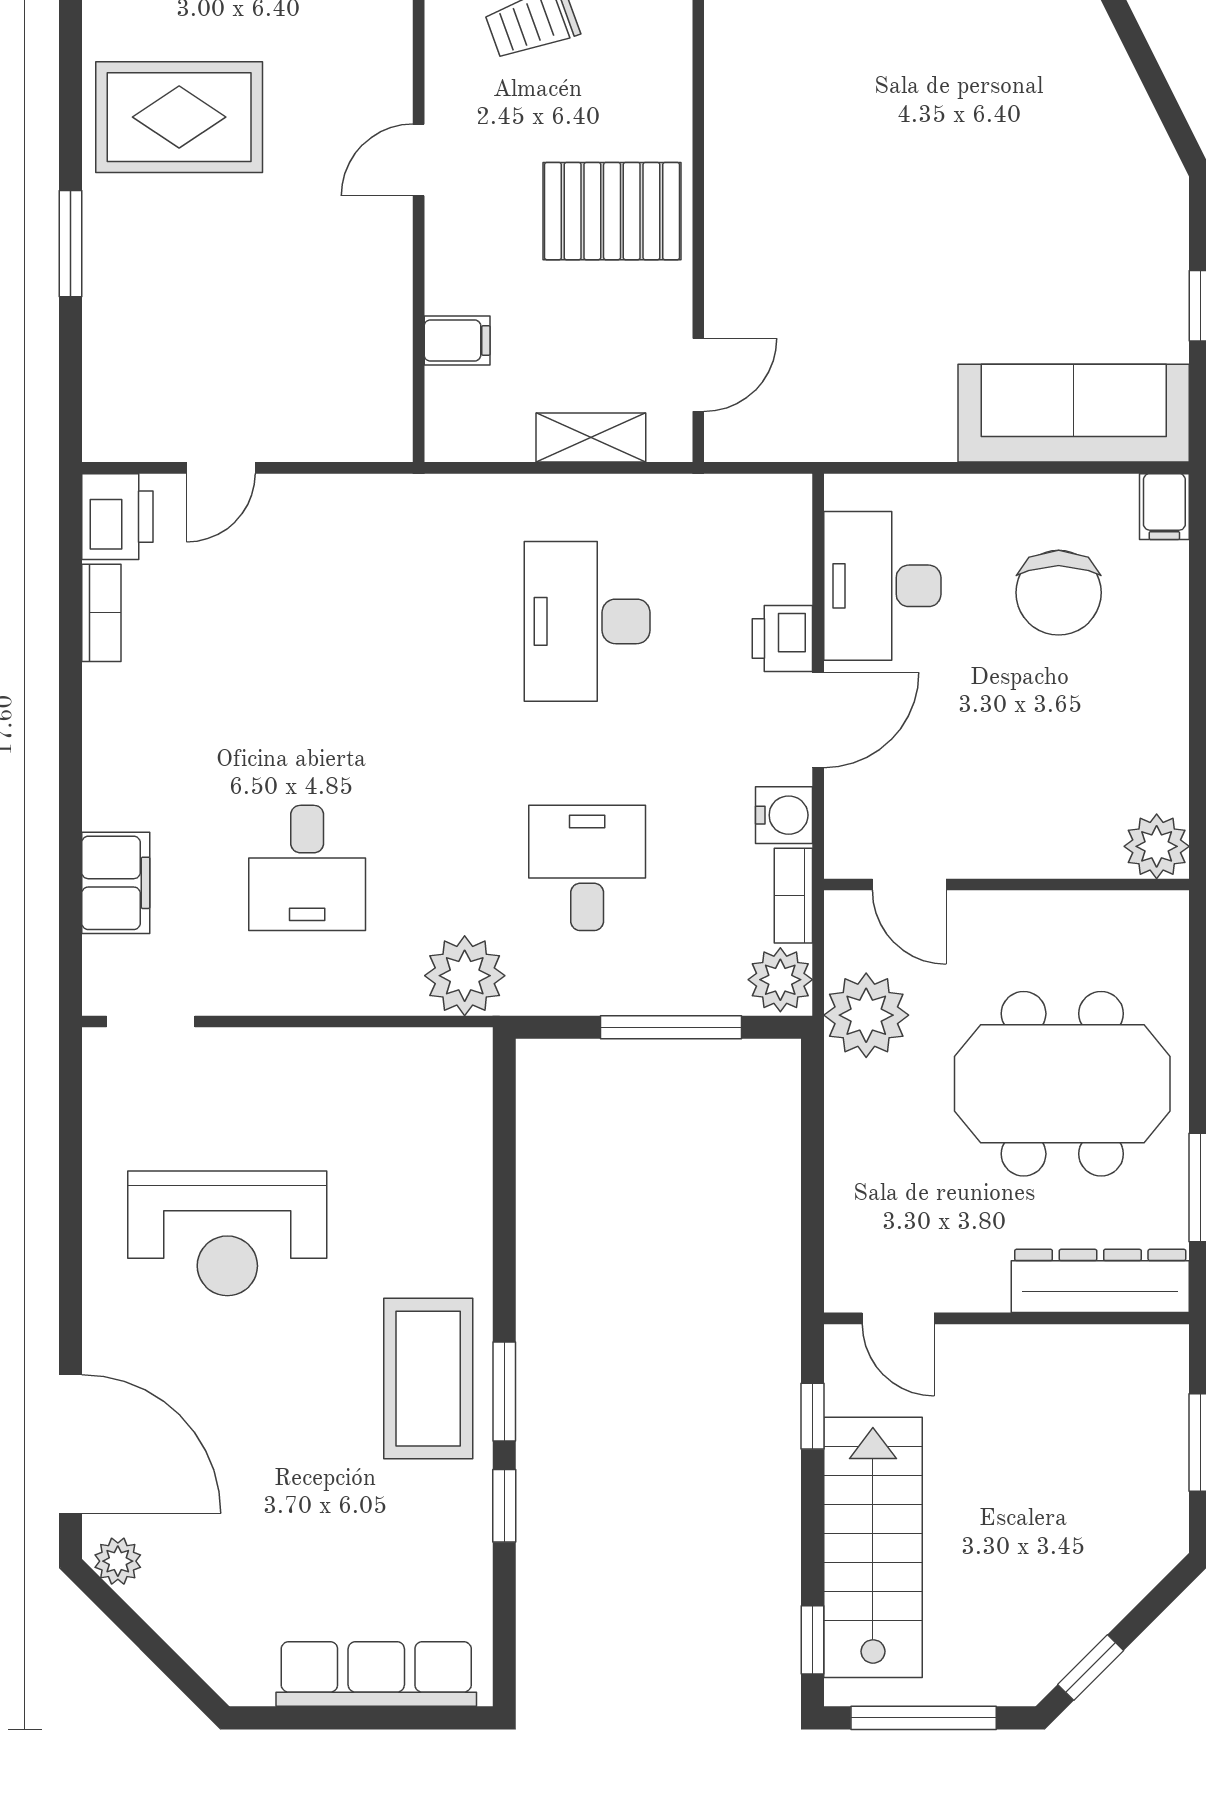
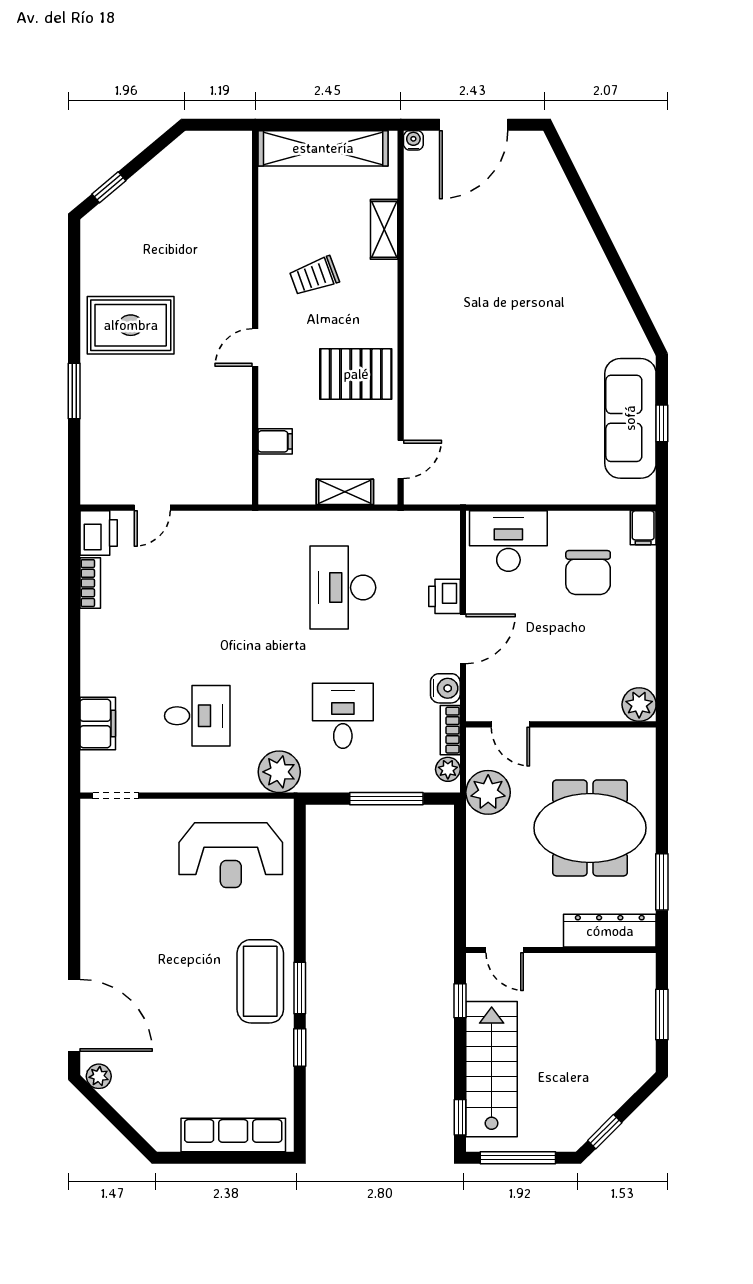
sofa: (1074, 413) -> (630, 418), moved, turned -90
desk: (882, 586) -> (508, 541), moved, turned 90
desk: (307, 868) -> (197, 716), turned -90
plant: (780, 980) -> (448, 769), width x0.73, depth x0.73
reception desk: (227, 1233) -> (231, 855), moved

